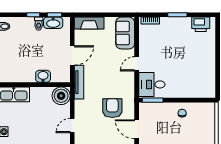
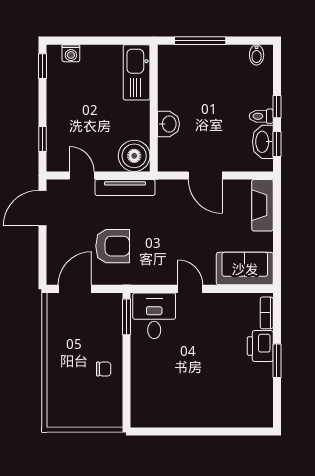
printer: (201, 24) -> (260, 346), moved
tv unit: (79, 82) -> (125, 188), moved

